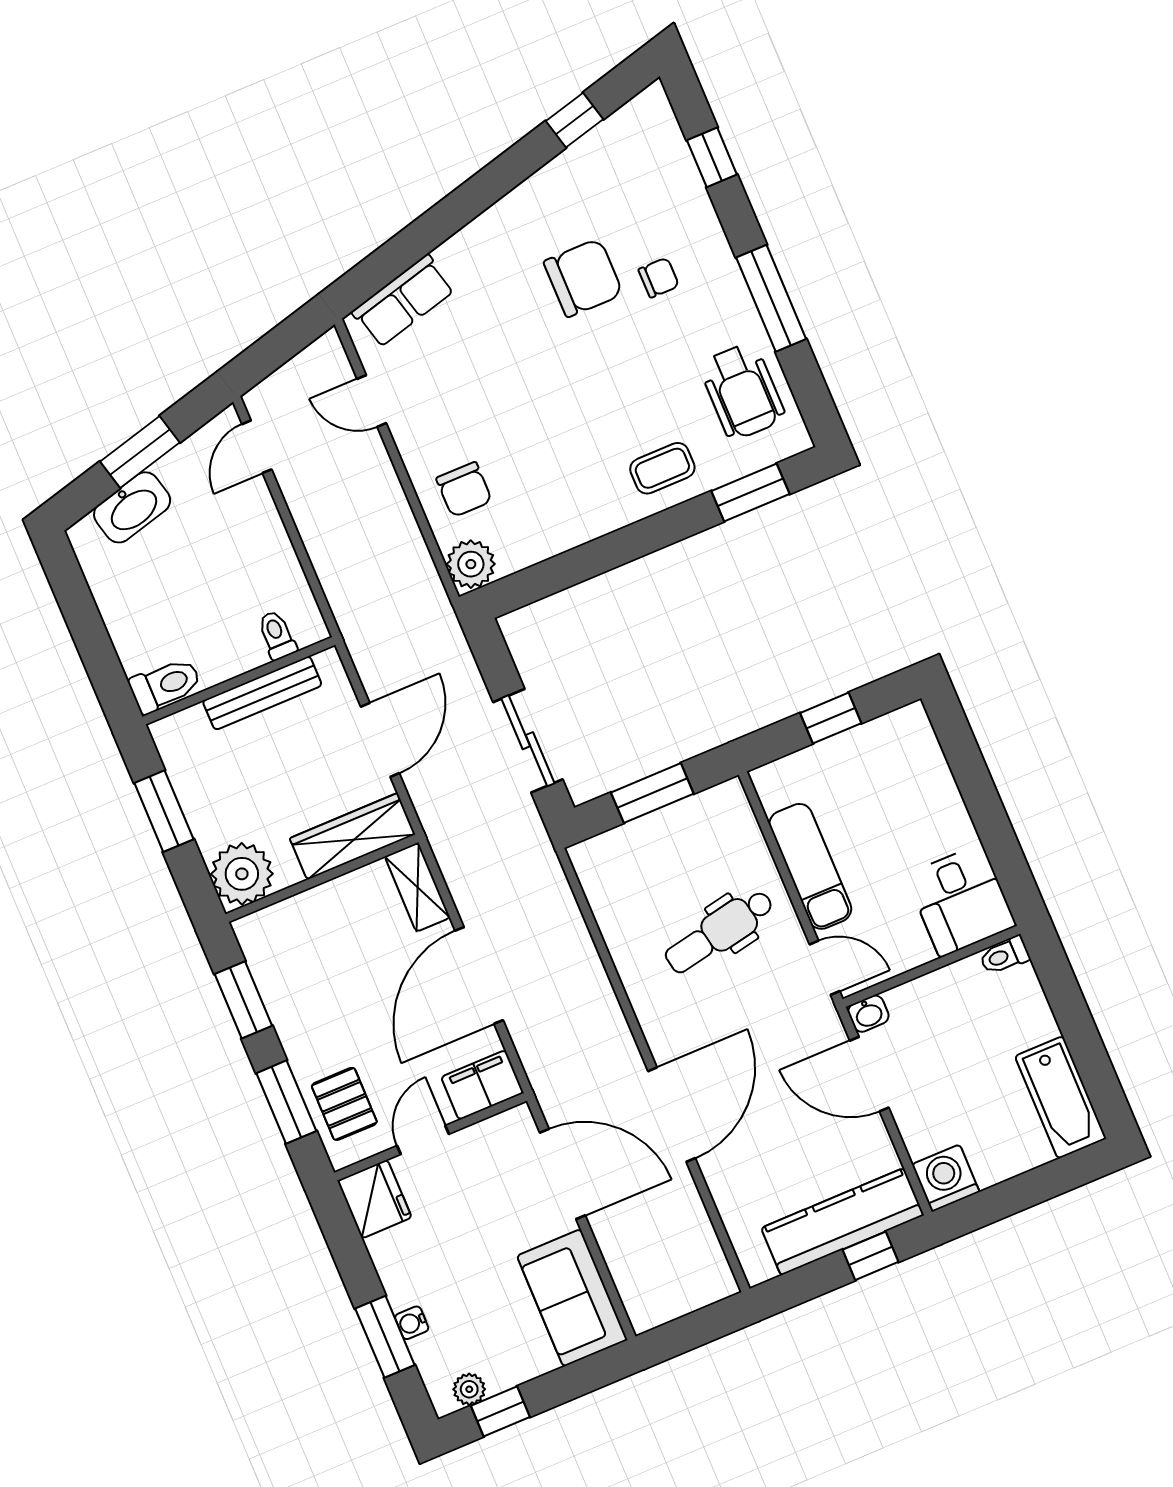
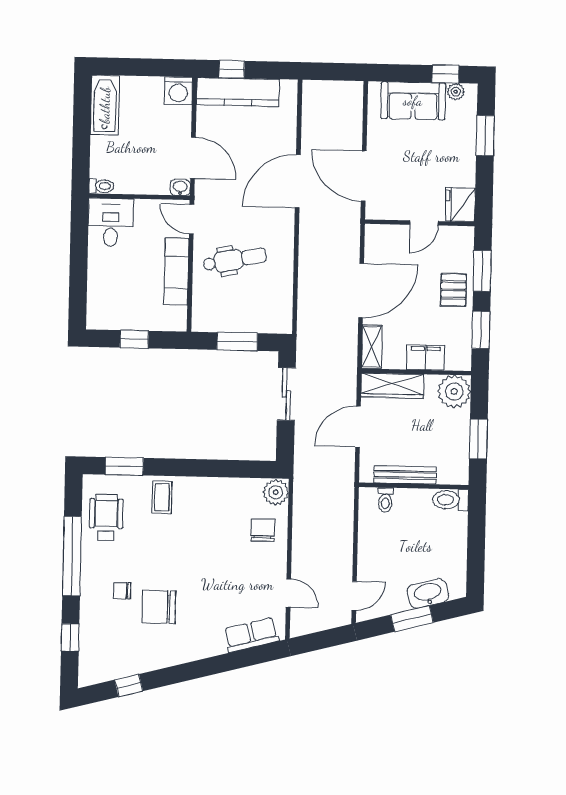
window: (771, 298) -> (72, 556), width x1.46
coffee table: (662, 468) -> (162, 497), turned 90
filing cabinet: (482, 1085) -> (426, 357), moved, turned 180
pallet: (344, 1104) -> (453, 290), moved
sofa: (572, 1298) -> (413, 101), moved, turned 90
water cooler: (412, 1323) -> (469, 136), removed

